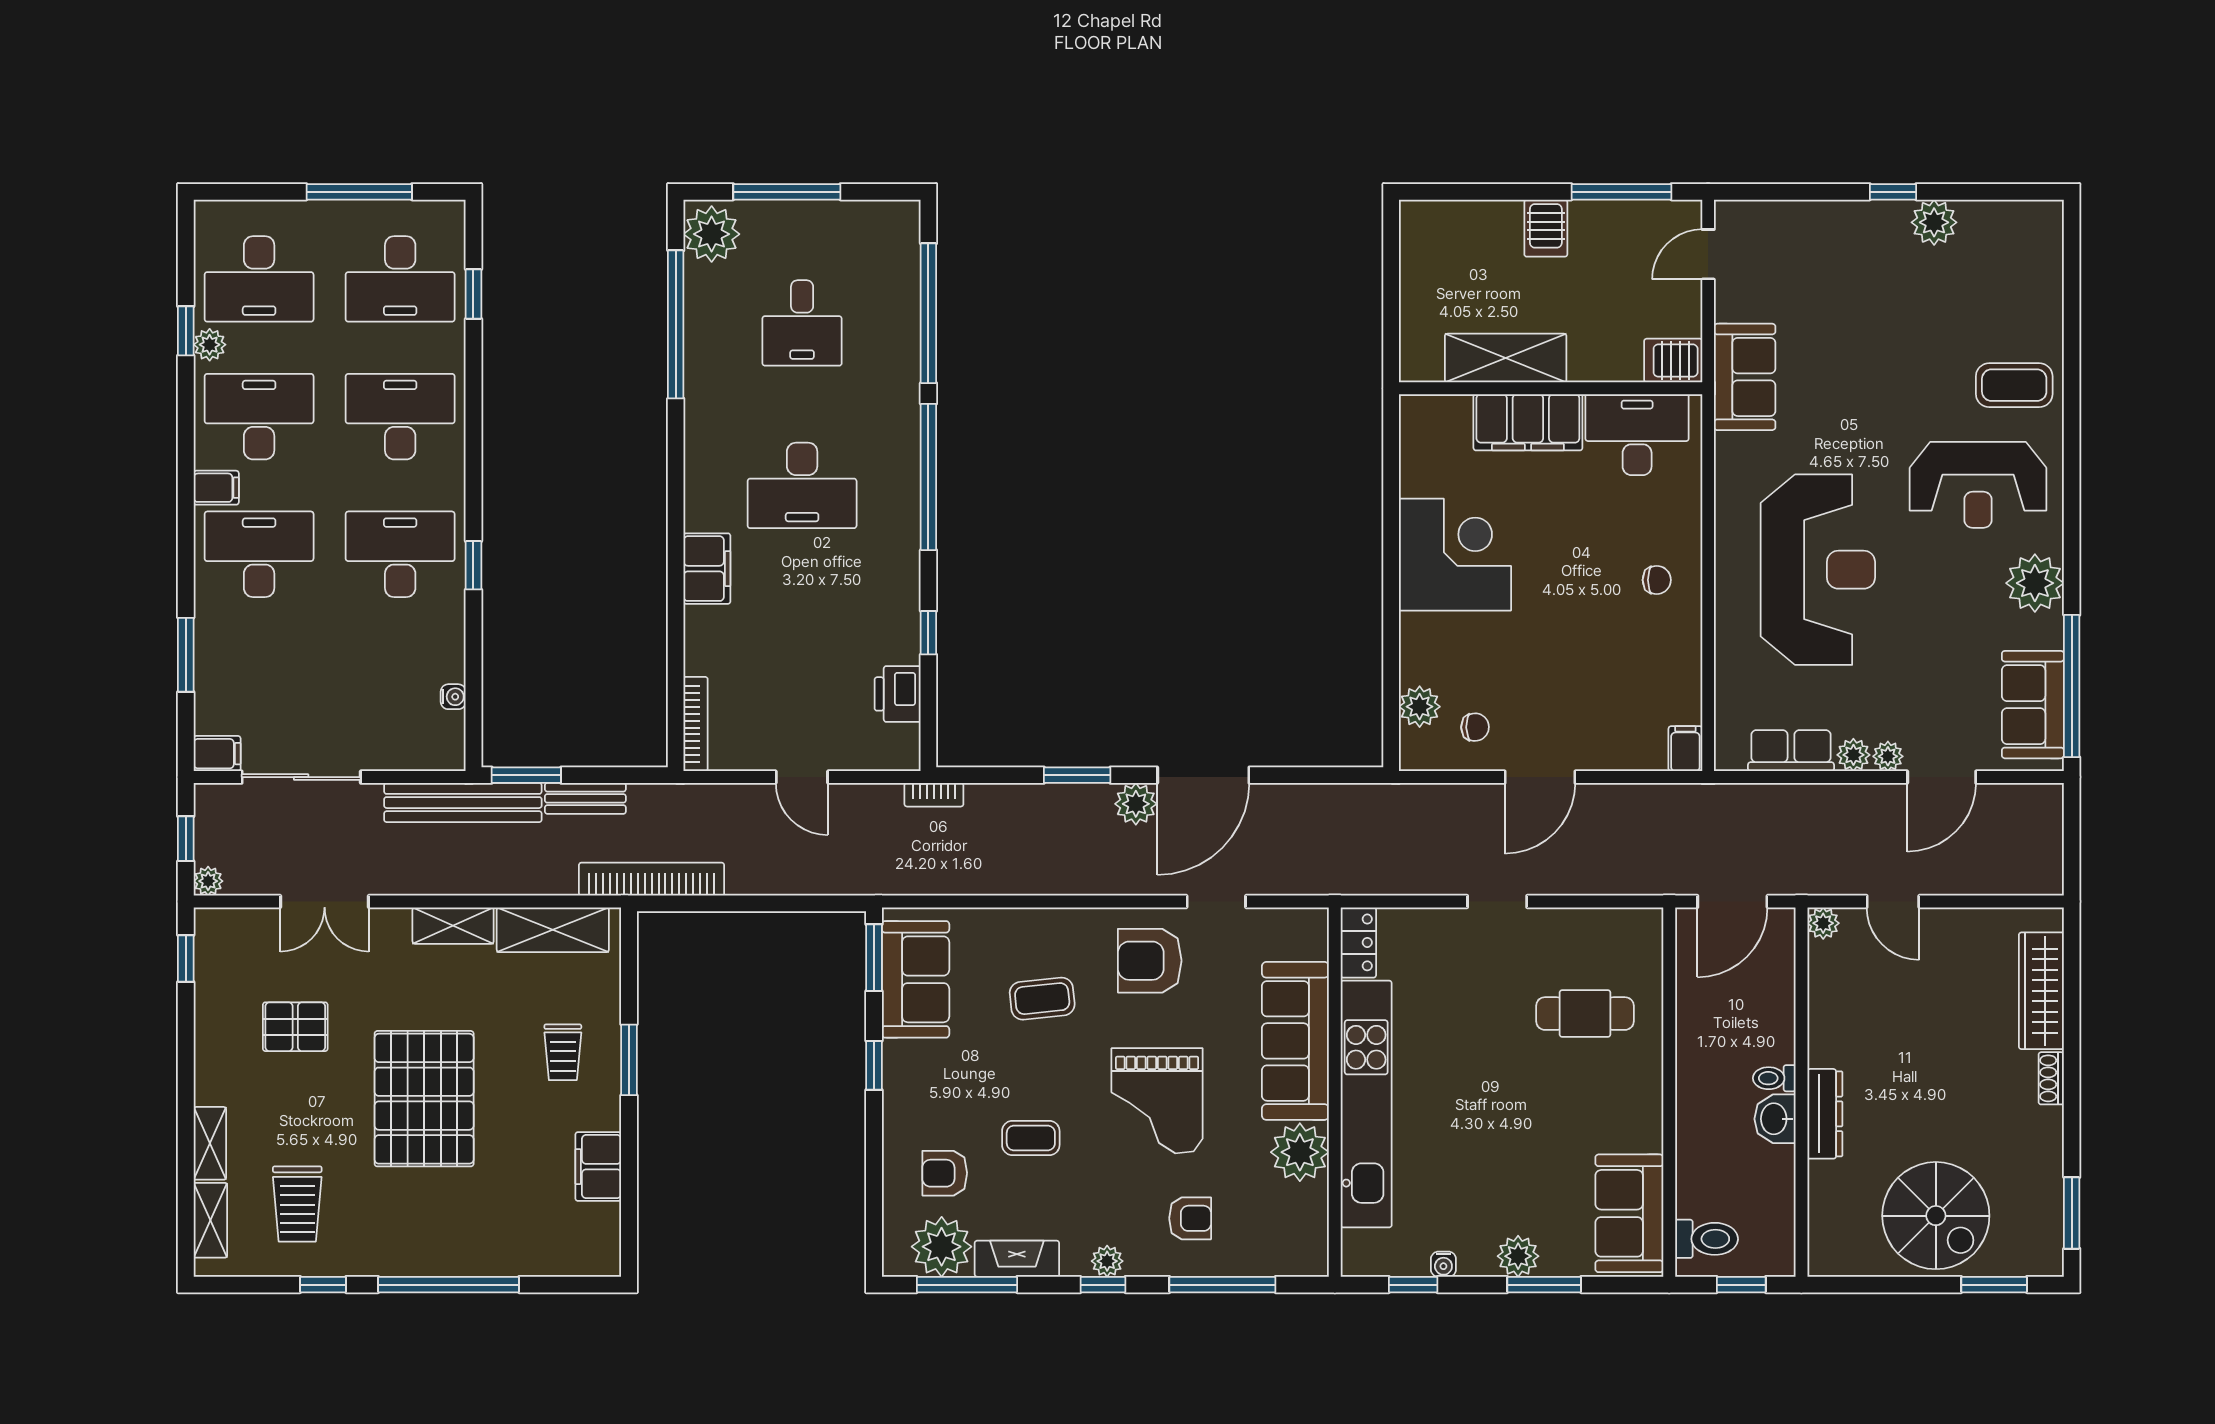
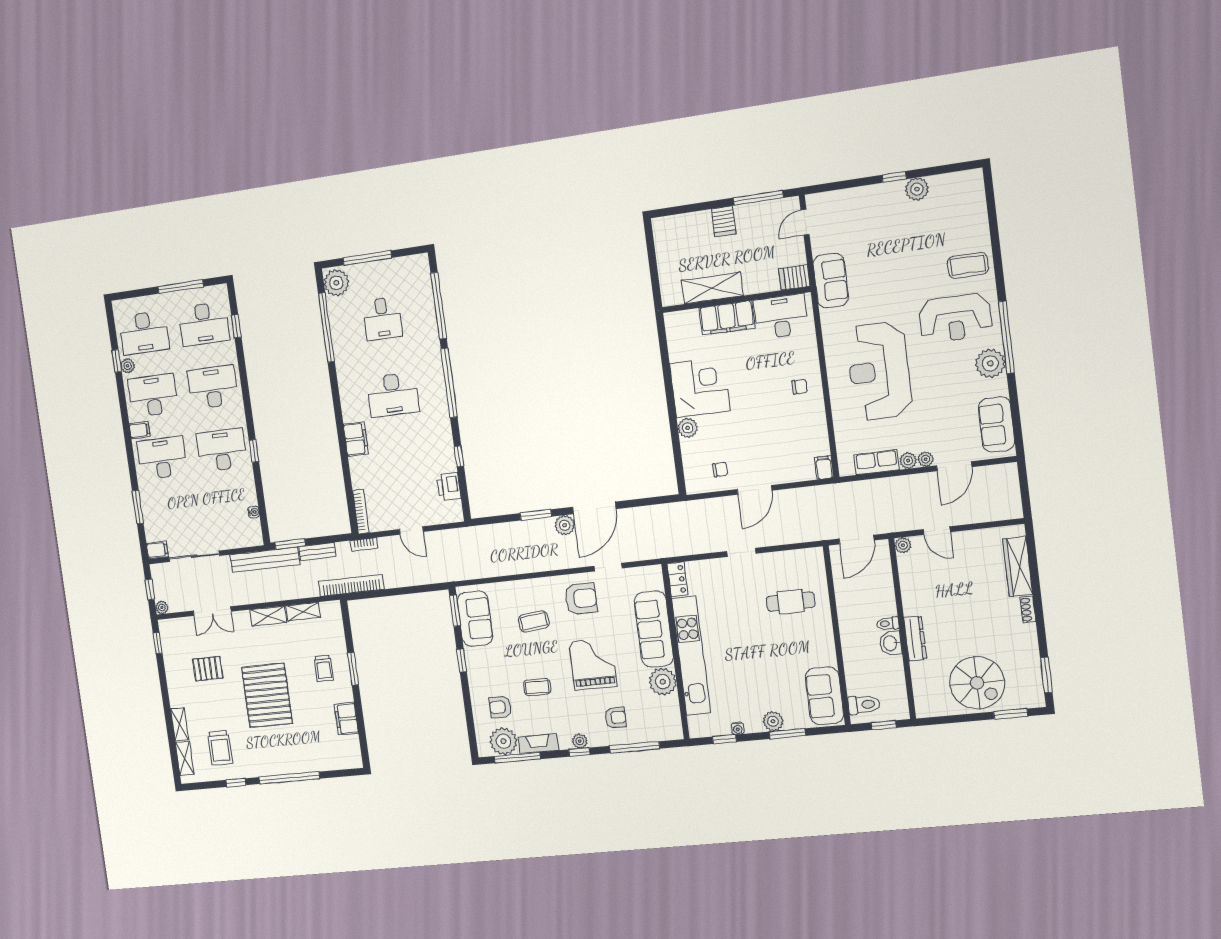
reception desk: (1818, 570) -> (879, 371), turned 180
window: (2072, 686) -> (1006, 337), moved
plant: (1420, 707) -> (688, 428), moved
bookcase: (934, 795) -> (364, 544), moved
shelving: (553, 930) -> (303, 612), width x0.67, depth x0.75
armchair: (1150, 961) -> (581, 598), turned 180
grand piano: (1157, 1101) -> (593, 664), turned 180

